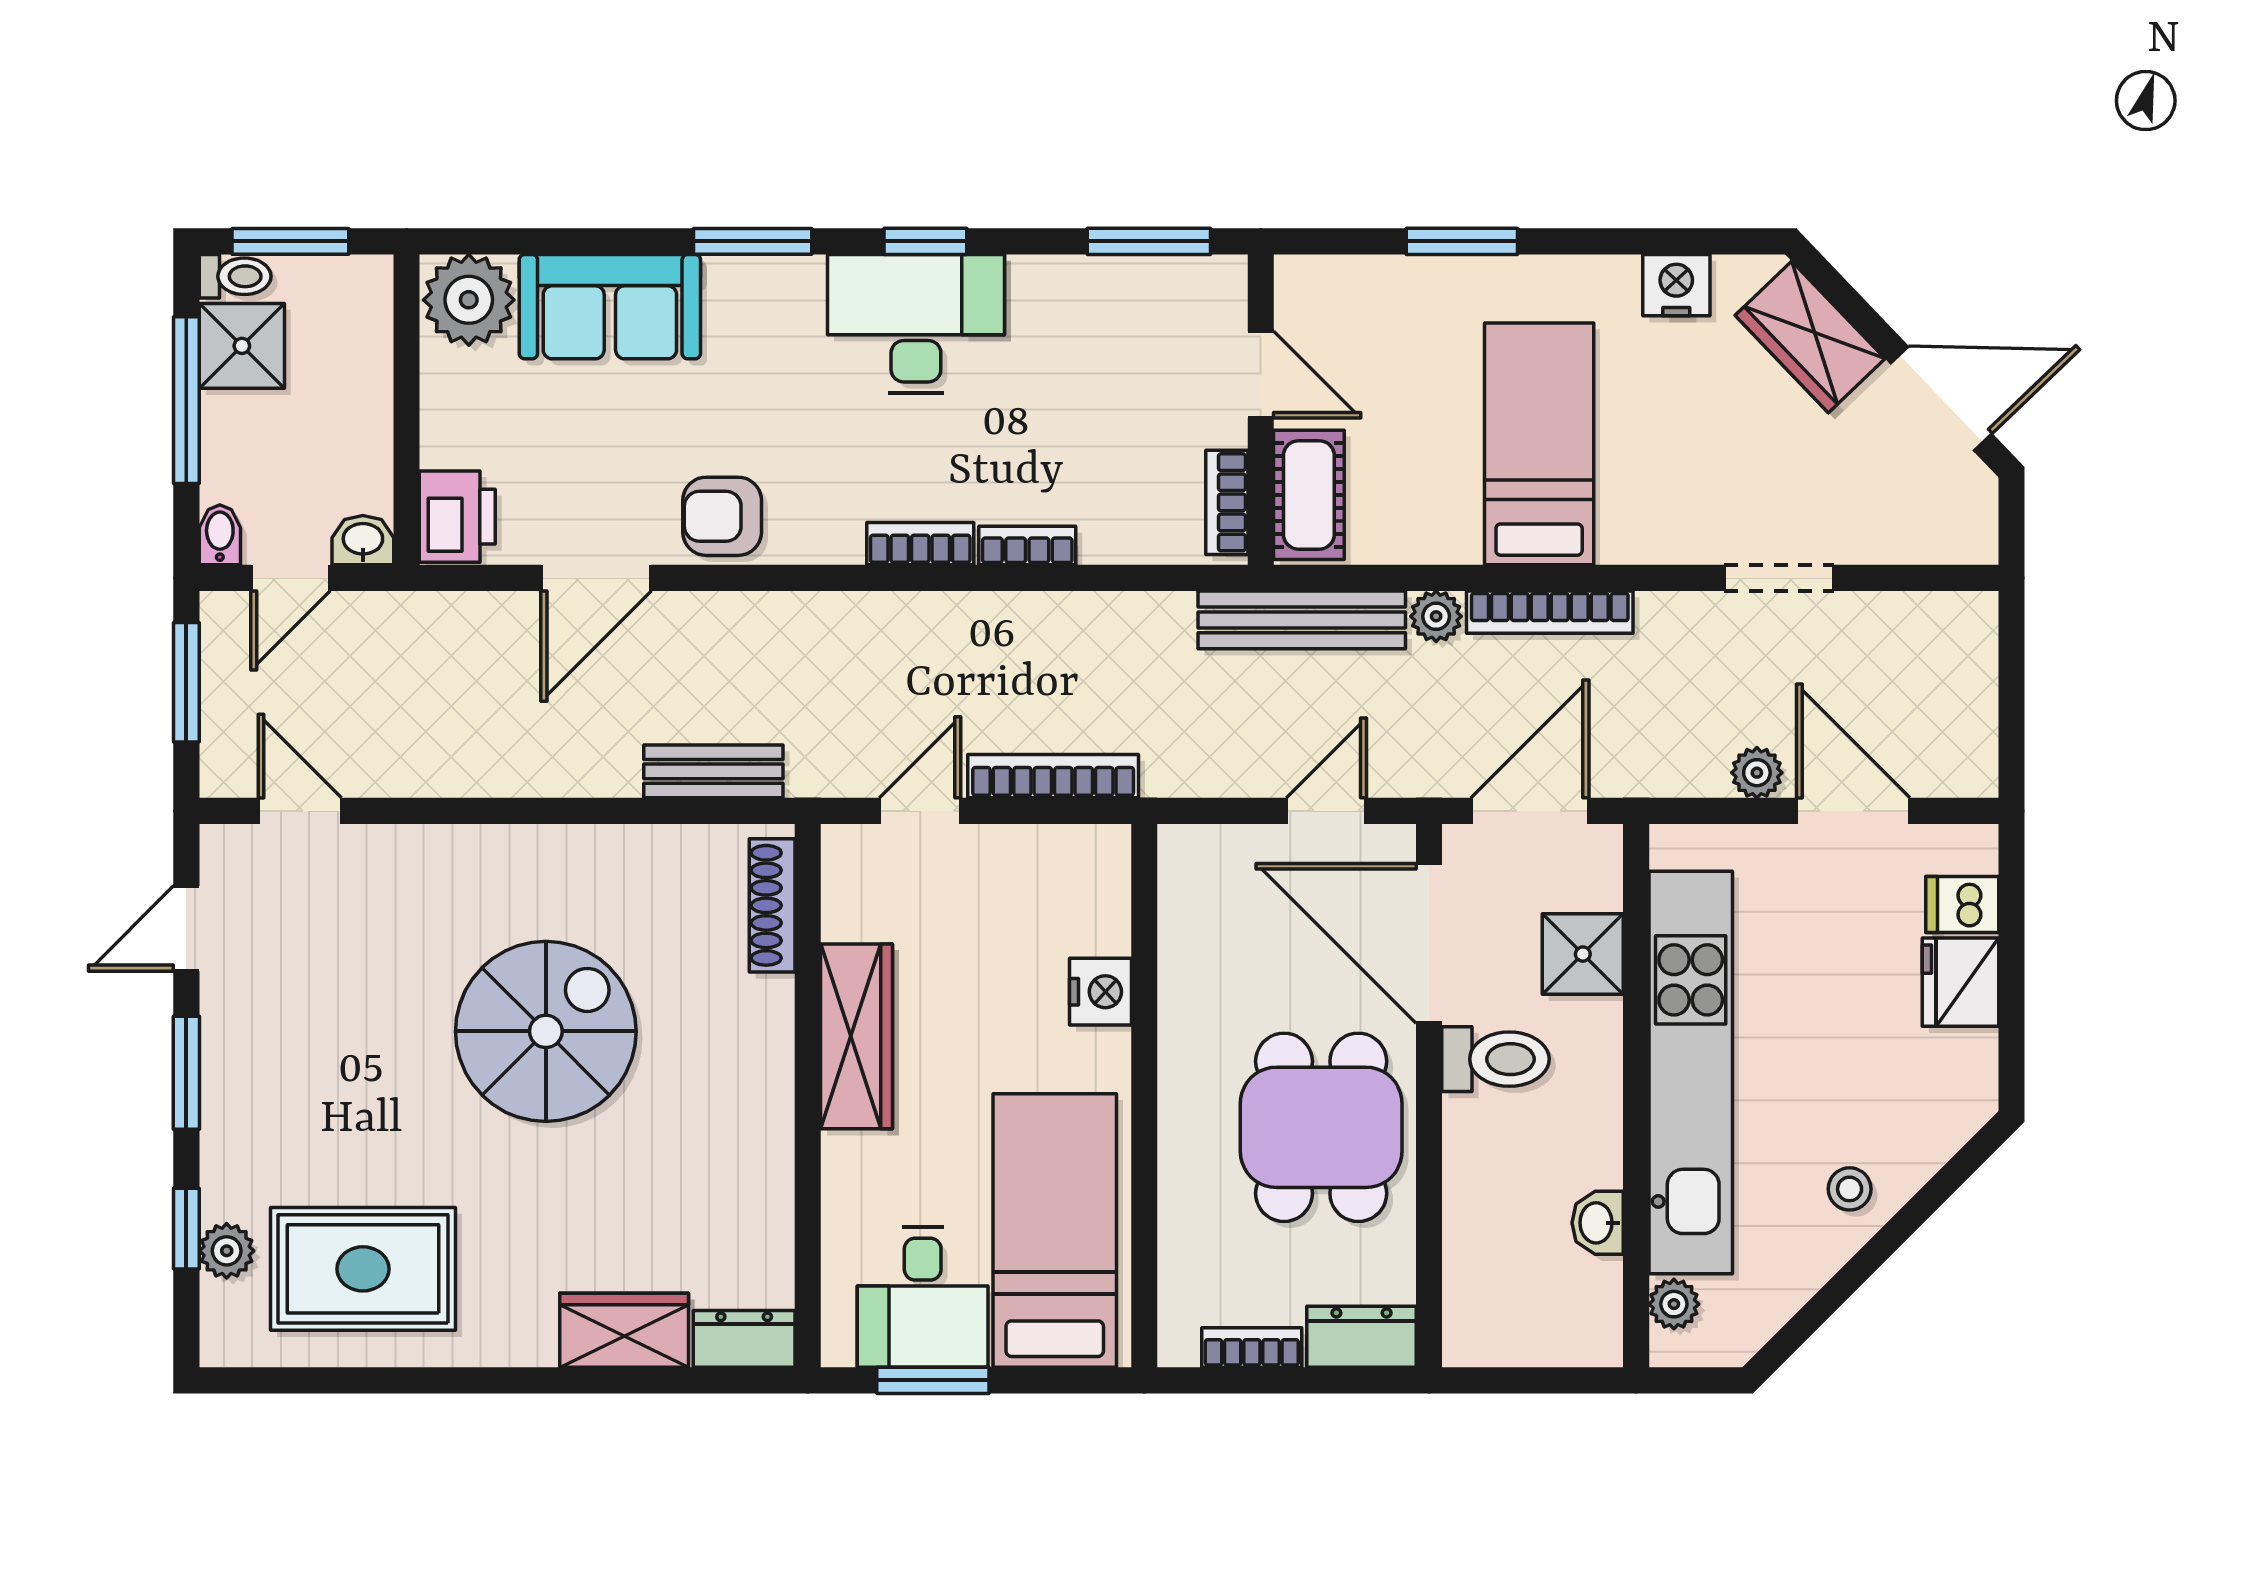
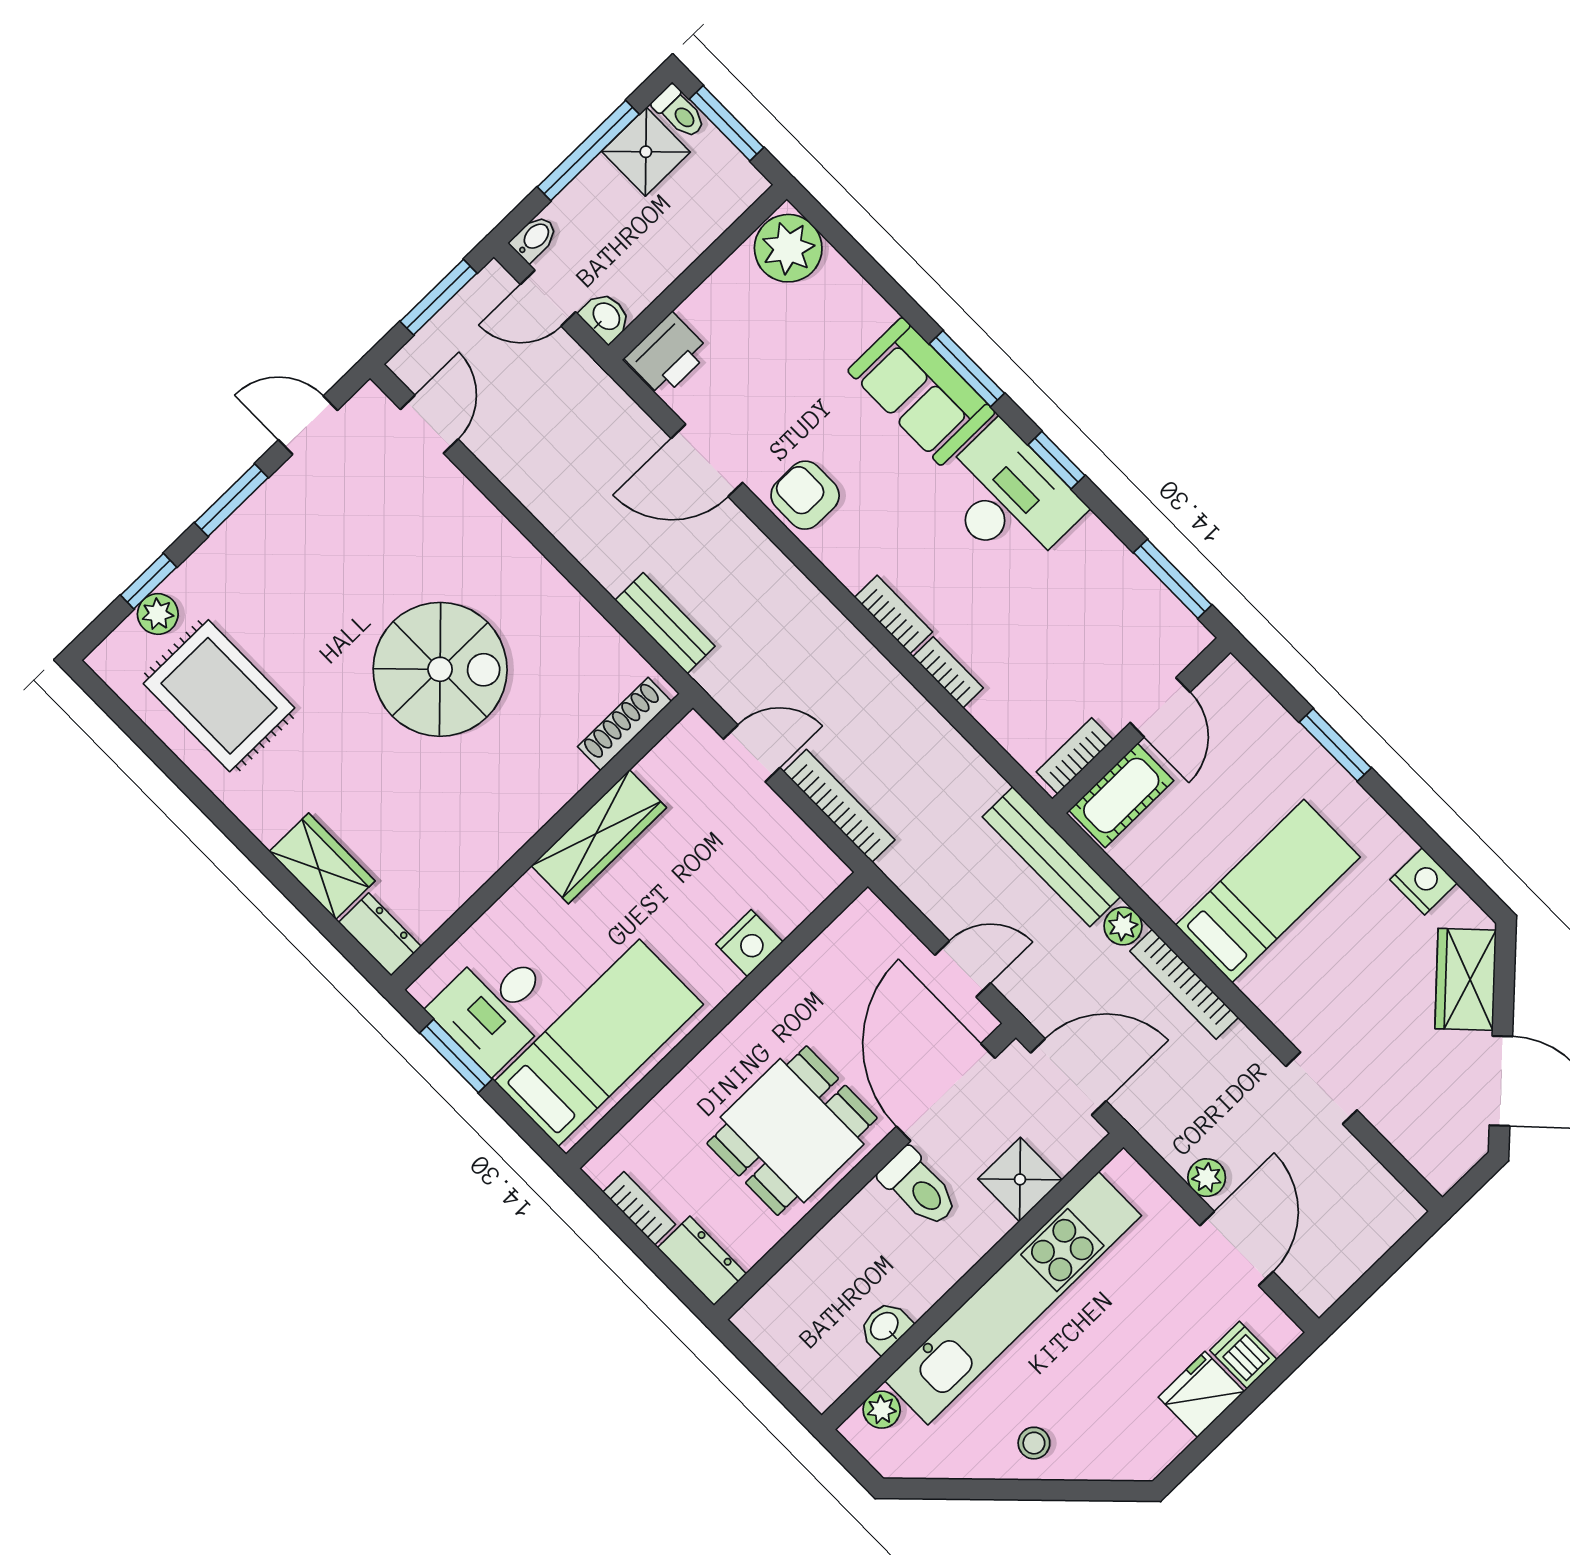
sofa: (610, 307) -> (921, 391), moved

